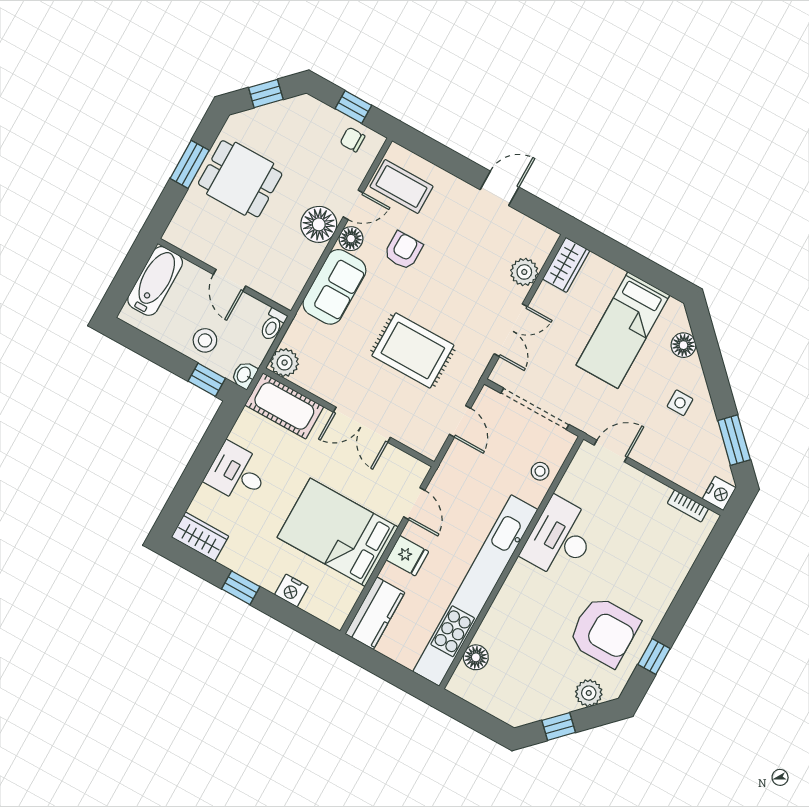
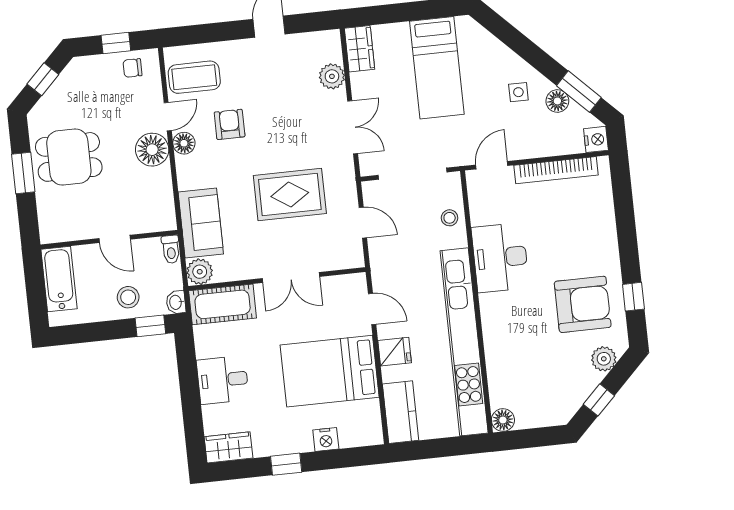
sofa: (334, 287) -> (201, 223), moved
floor lamp: (683, 345) -> (557, 101), moved
bookcase: (688, 506) -> (556, 170), width x2.31, depth x1.31
floor lamp: (476, 657) -> (503, 420), moved

